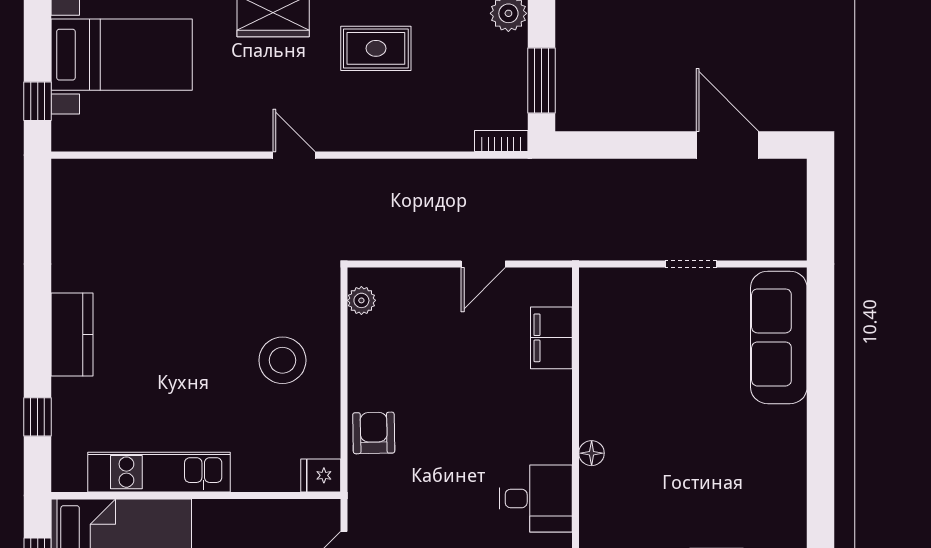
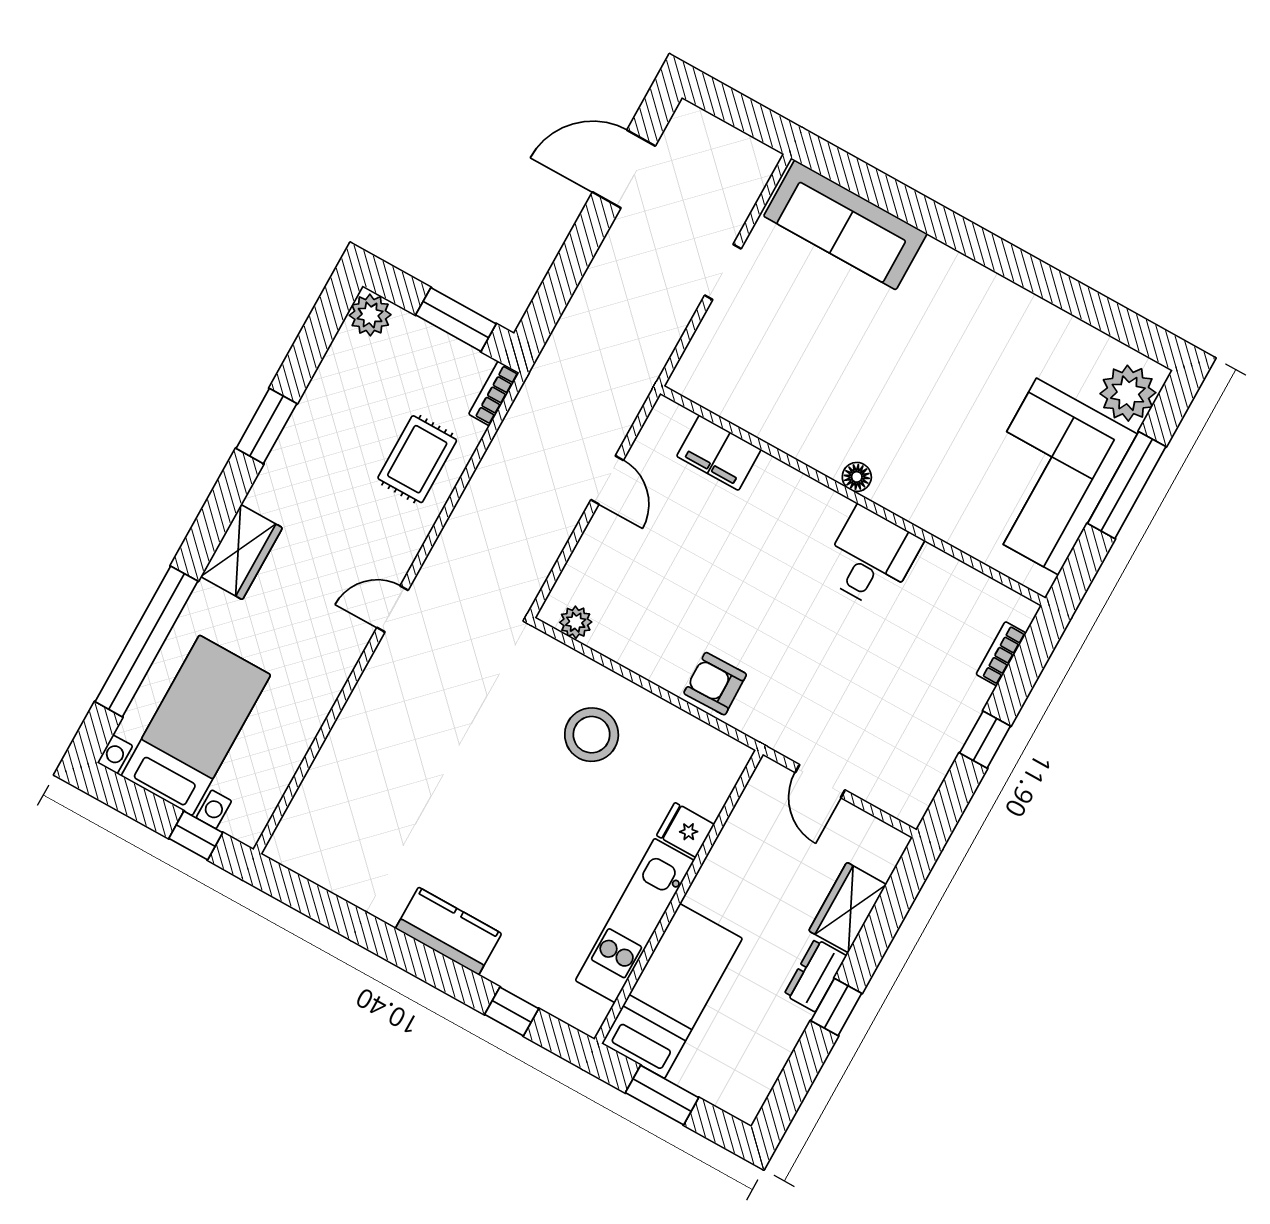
rug: (376, 48) -> (417, 459), moved
fridge: (321, 475) -> (685, 830), moved, turned 90

